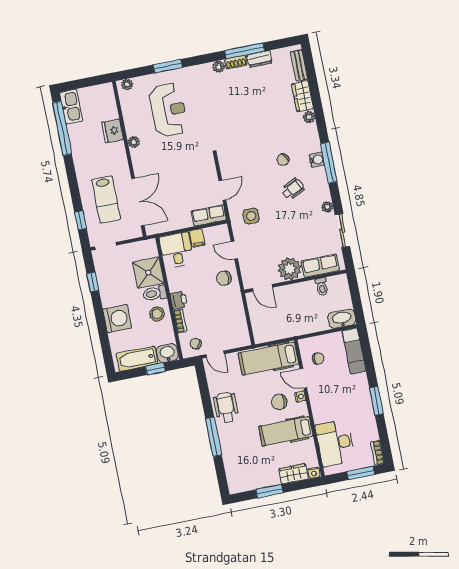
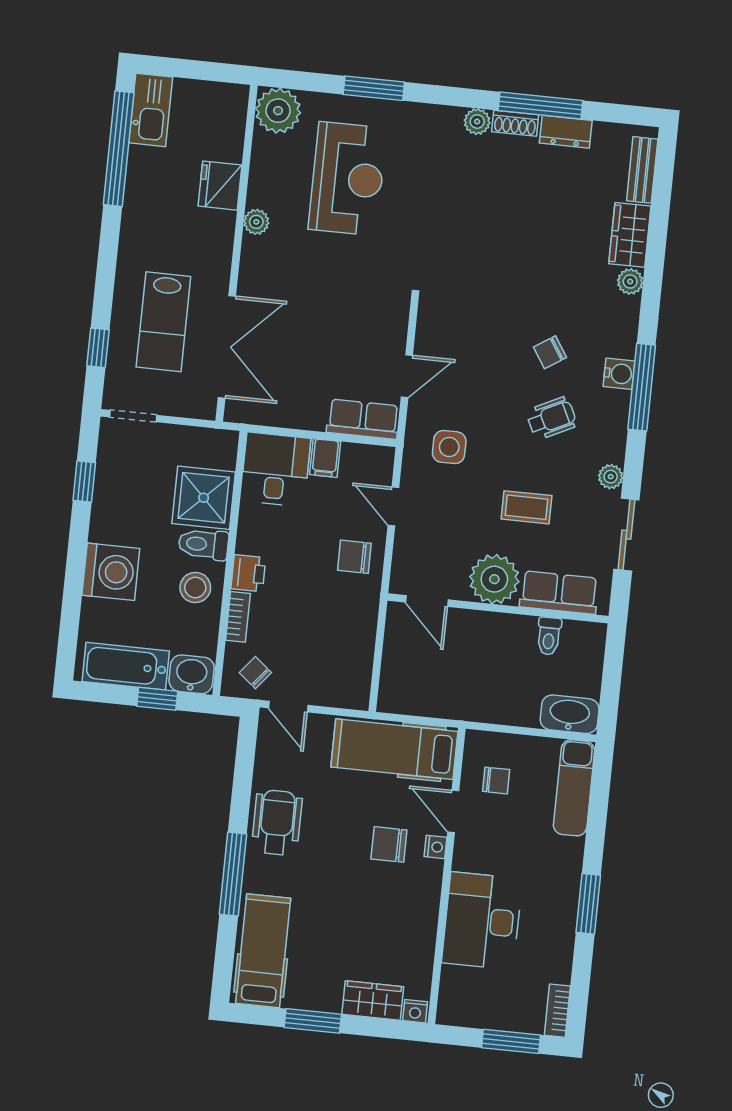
plant: (127, 85) -> (278, 111), width x1.88, depth x1.88
coffee table: (294, 232) -> (526, 507), added
hospital bed: (286, 431) -> (263, 951), moved, turned 90
desk: (335, 443) -> (482, 921), moved

